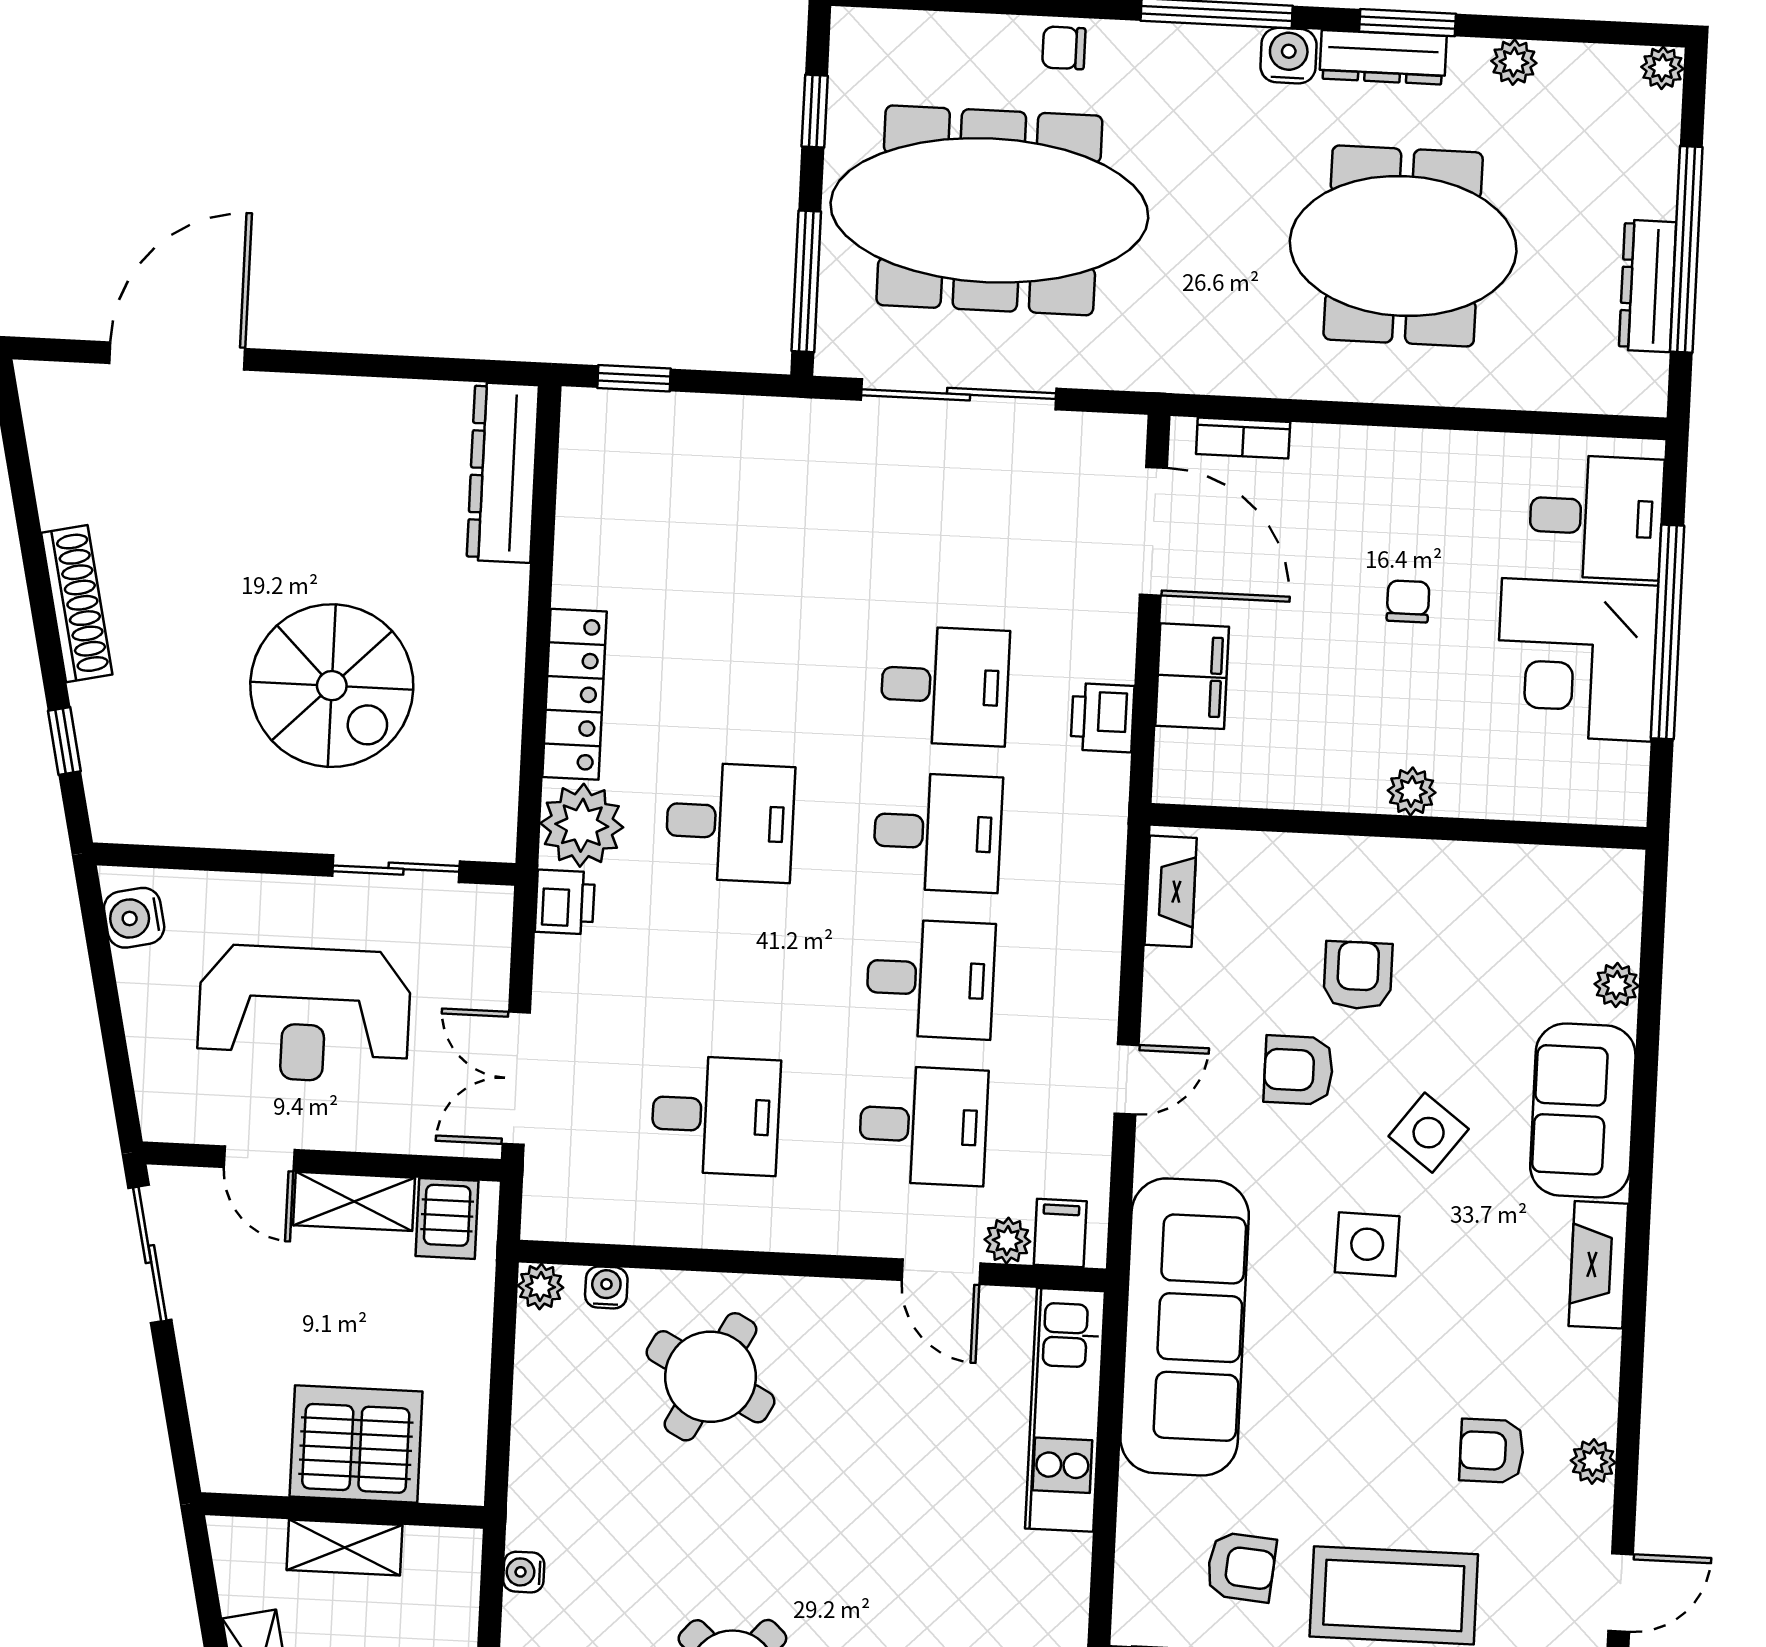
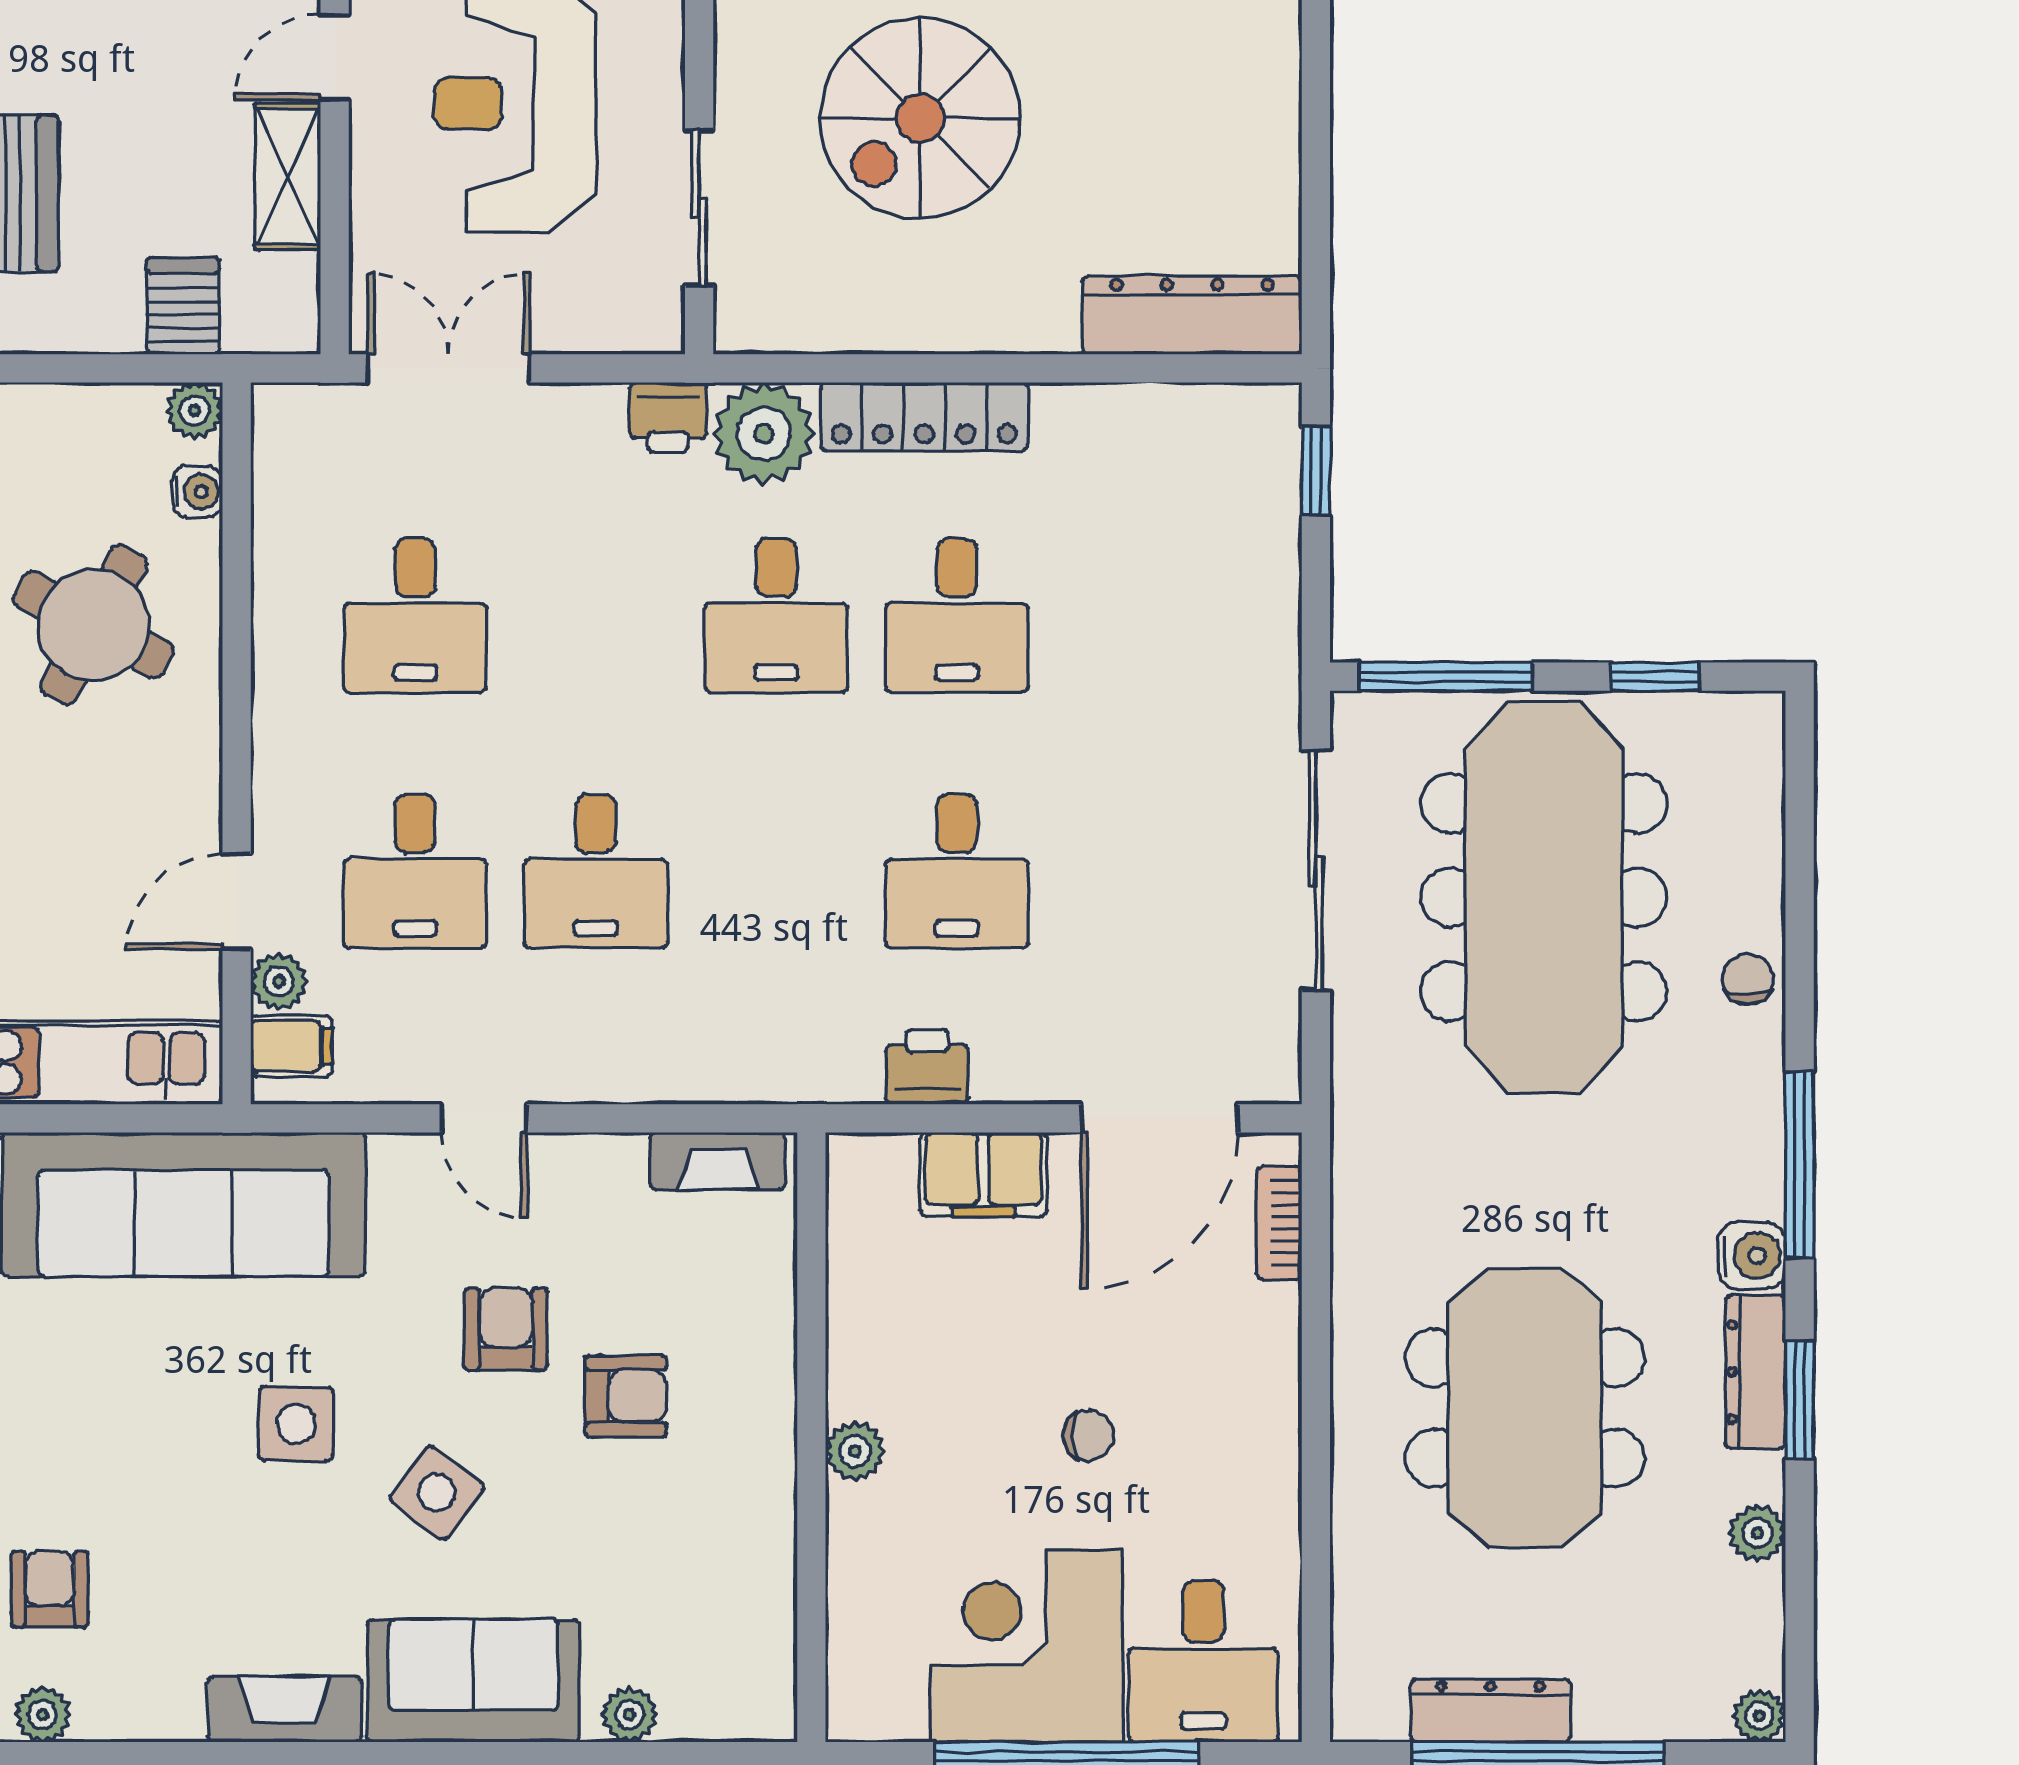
desk: (938, 832) -> (957, 615), moved
server rack: (447, 1218) -> (183, 306), moved, turned 90

